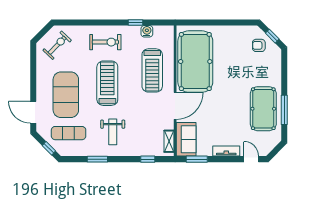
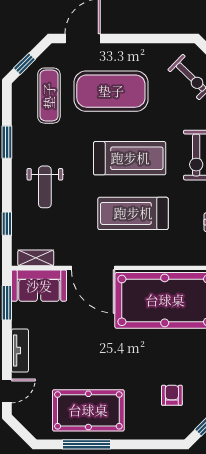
armchair: (259, 45) -> (172, 395), moved
treadmill: (152, 70) -> (133, 213), moved
weight bench: (113, 132) -> (45, 187), moved, turned -90

